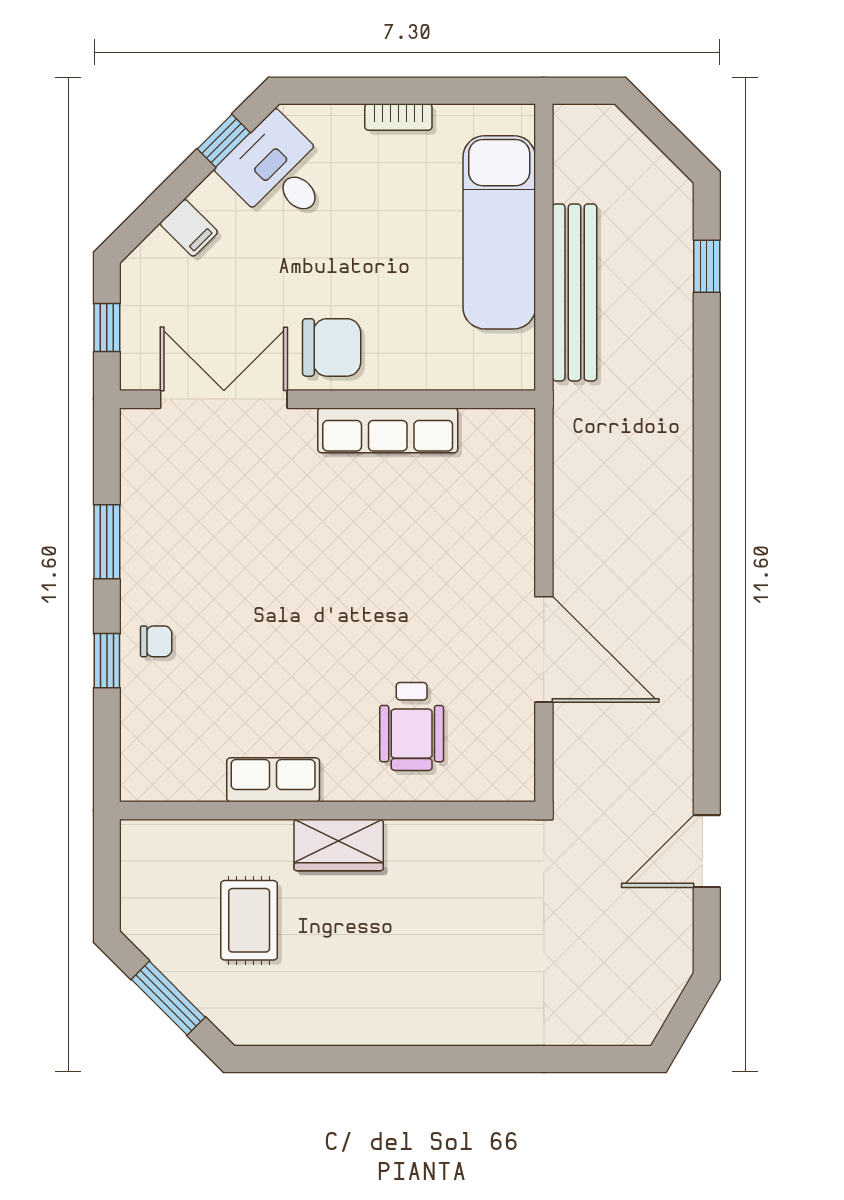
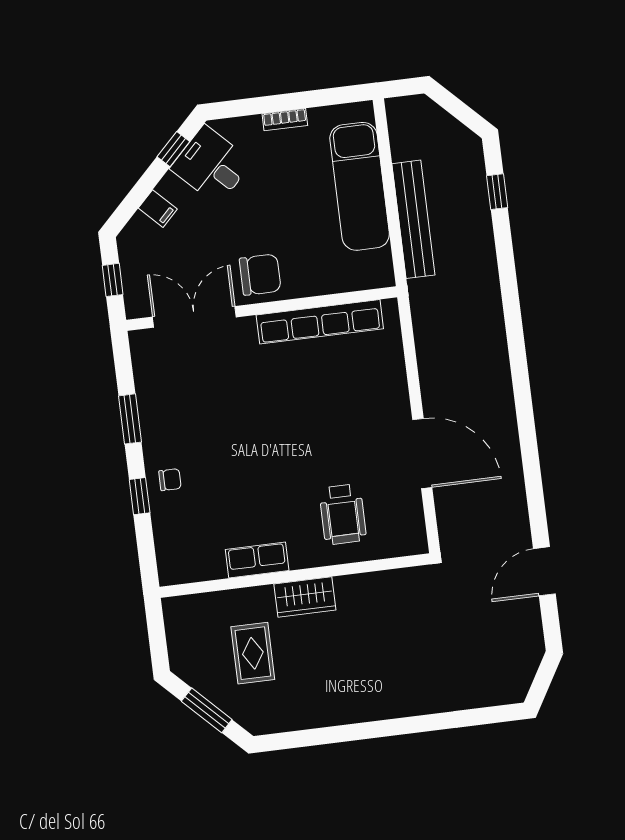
row of seats: (388, 430) -> (320, 322), width x1.36

